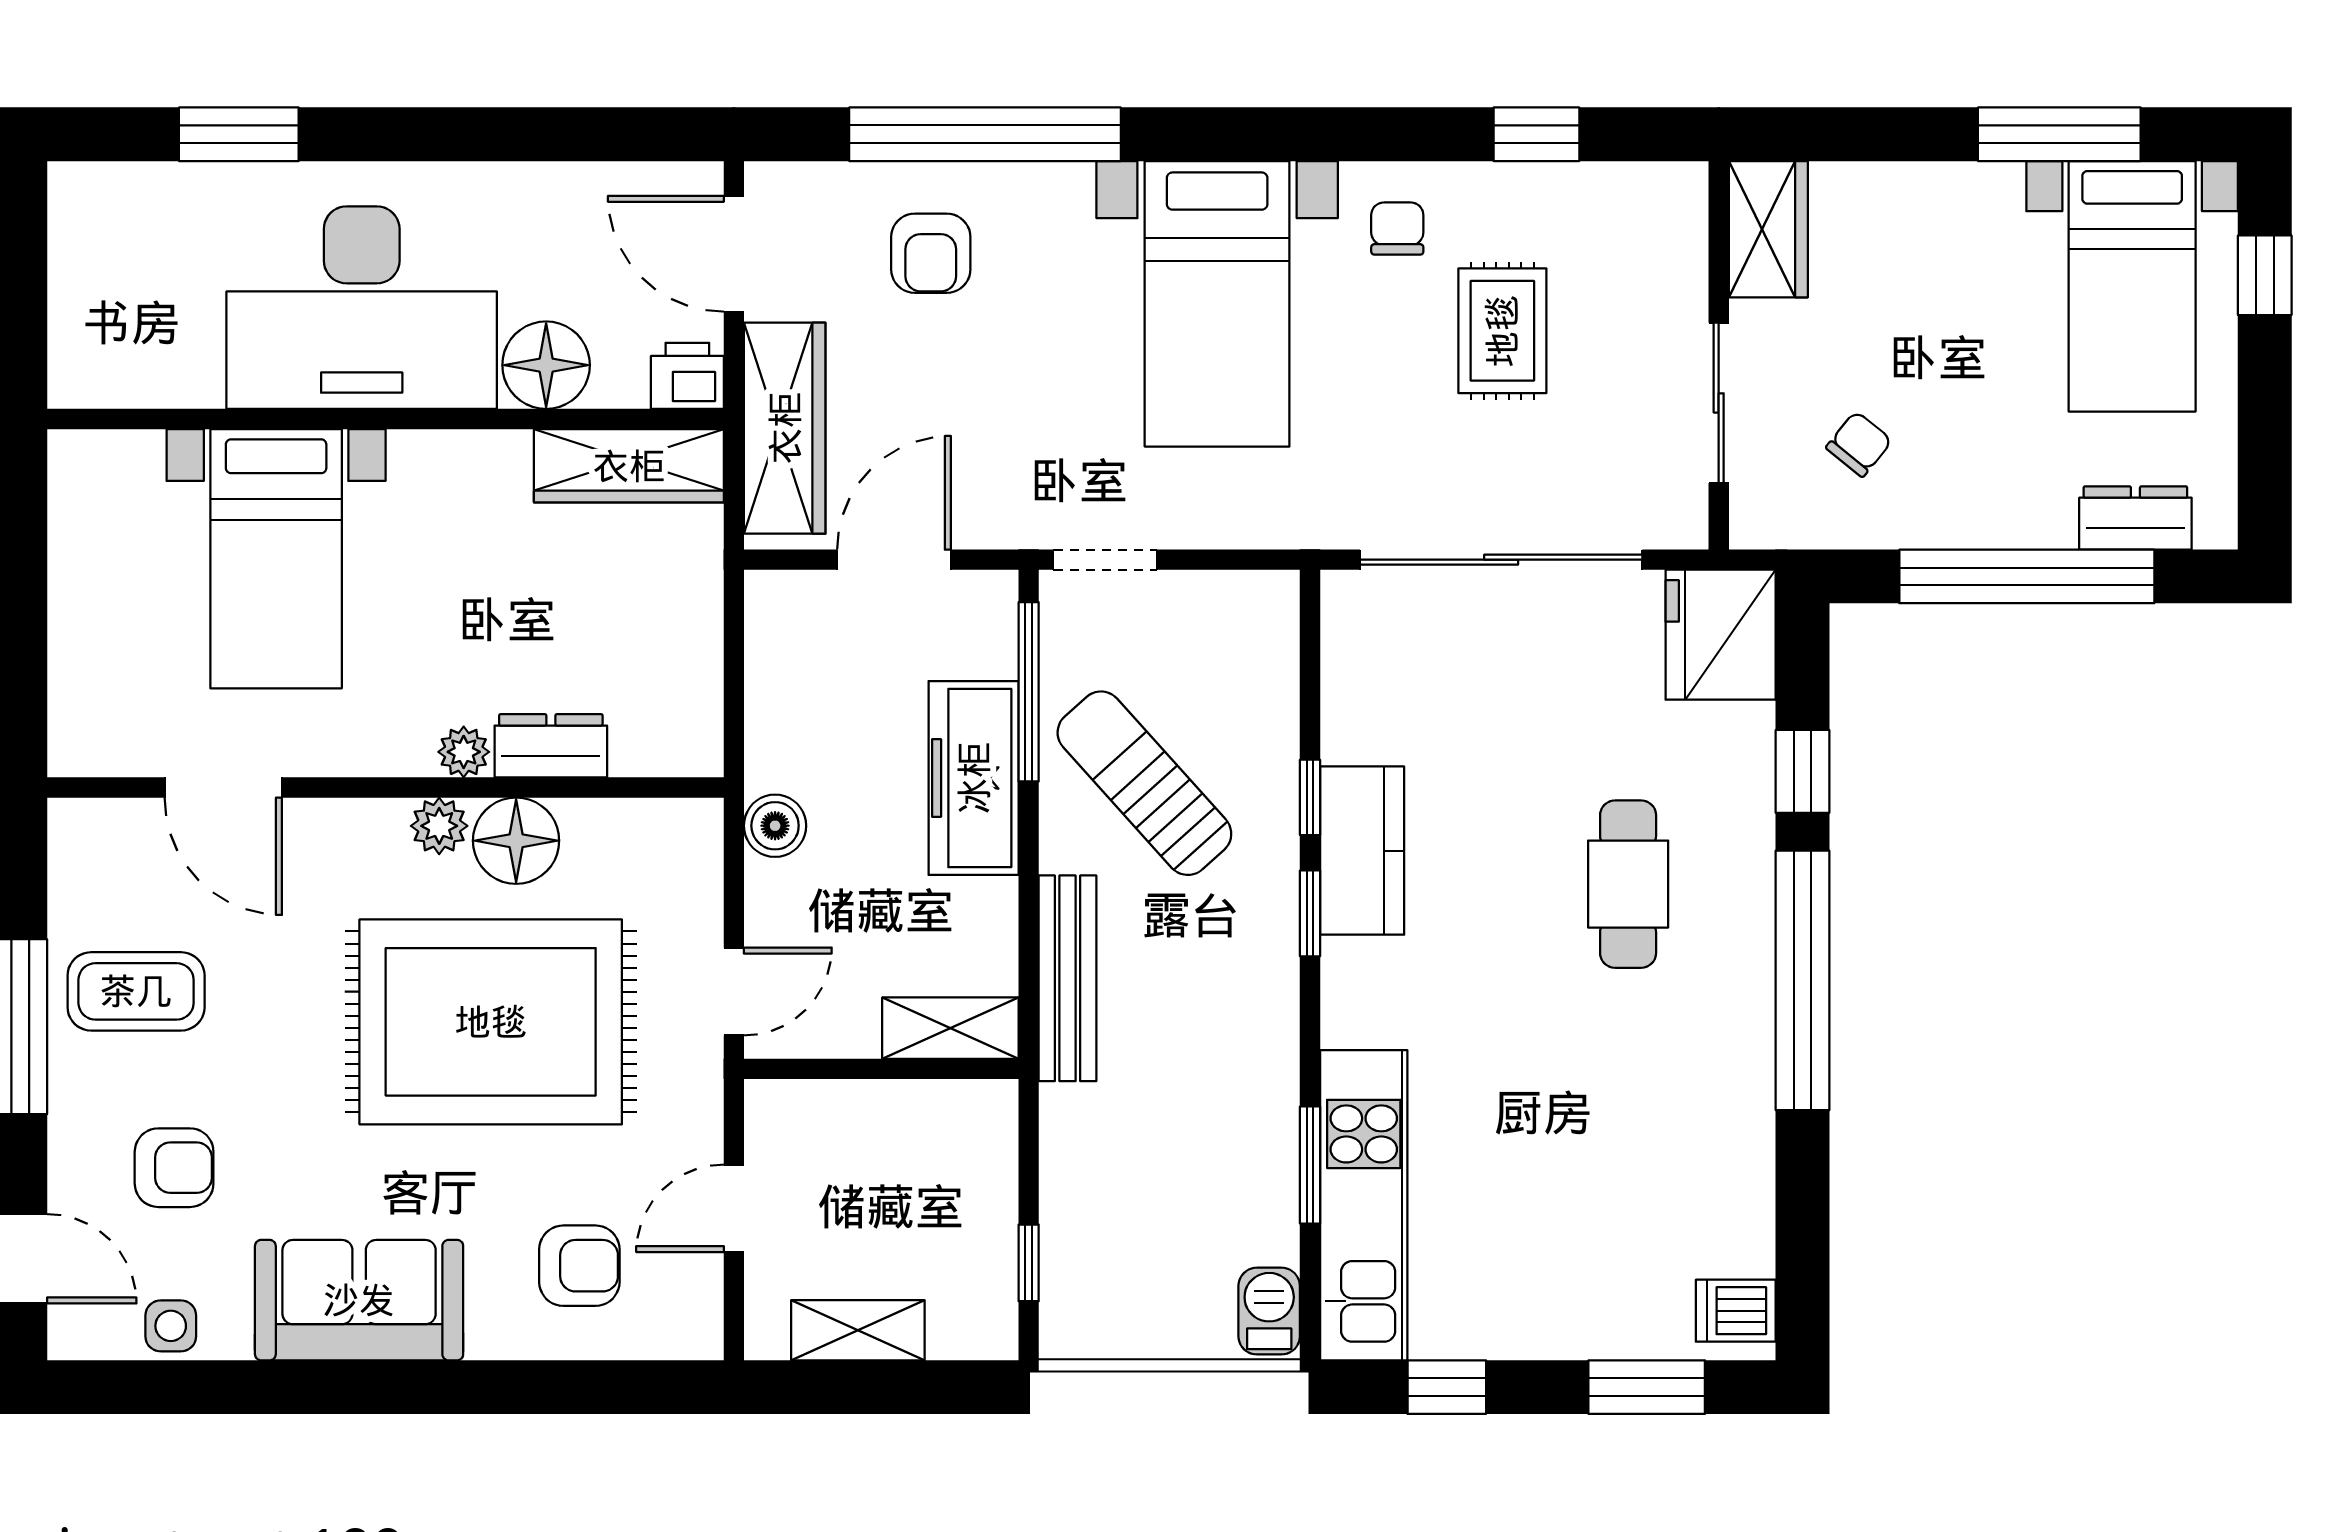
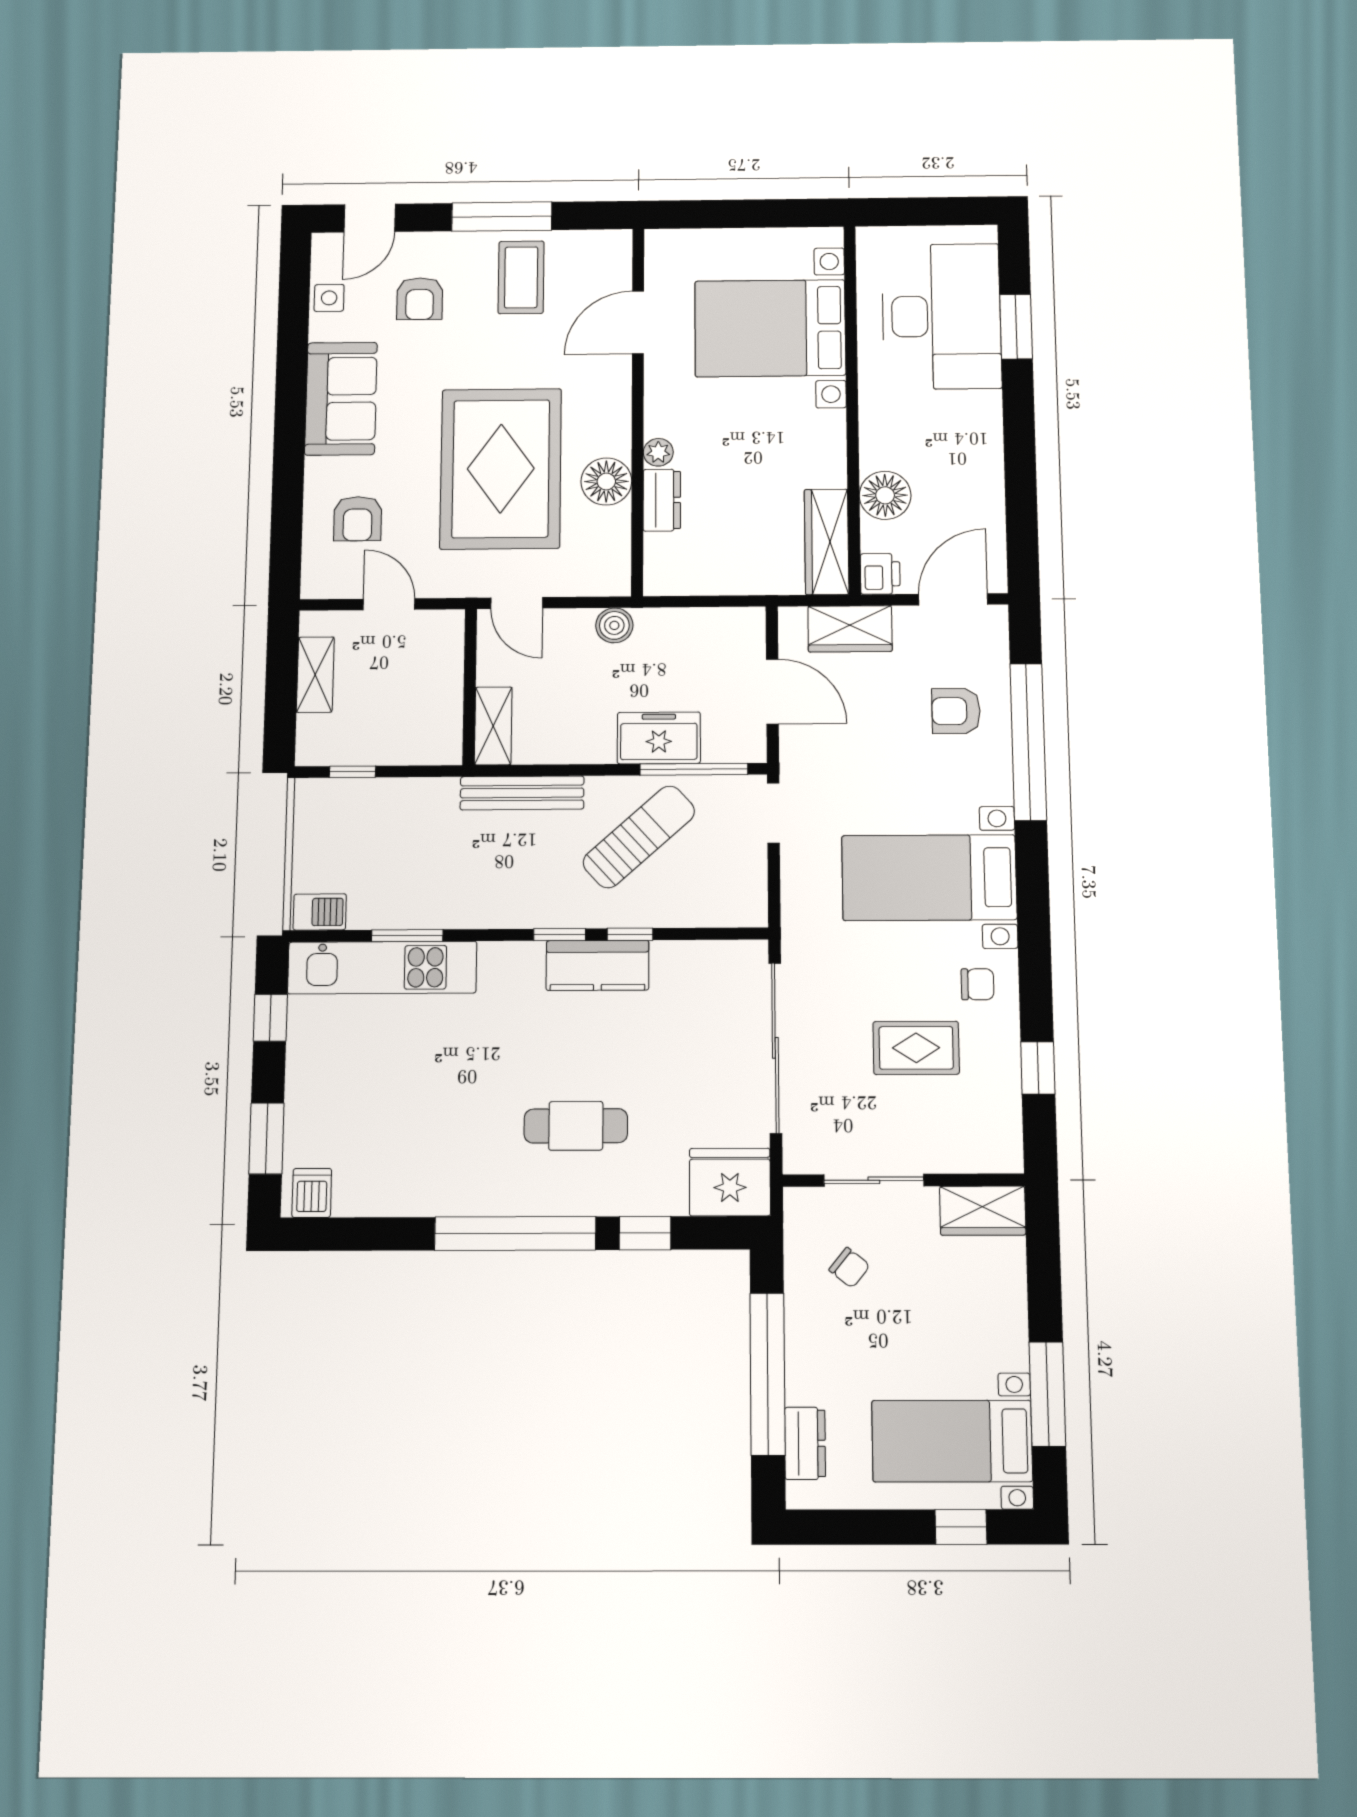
desk: (362, 308) -> (941, 316), moved, turned 180
wardrobe: (785, 428) -> (850, 629), width x0.67
bed with nightstands: (276, 559) -> (770, 328), width x1.36
freezer: (974, 778) -> (659, 738), width x0.71
plant: (439, 826) -> (615, 439), removed

